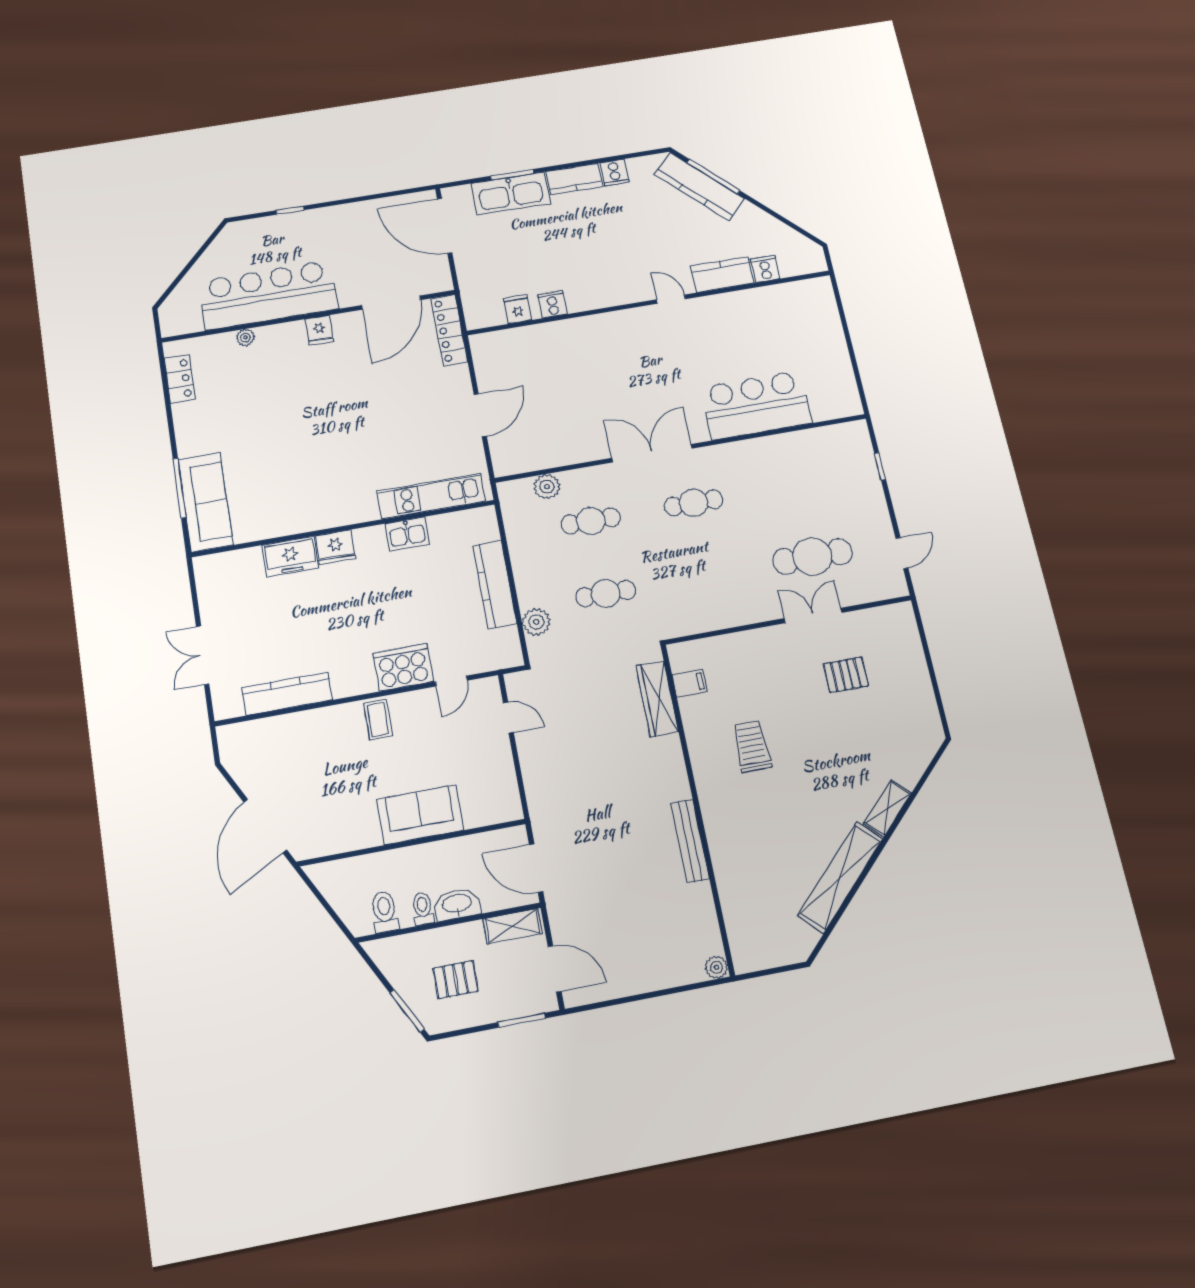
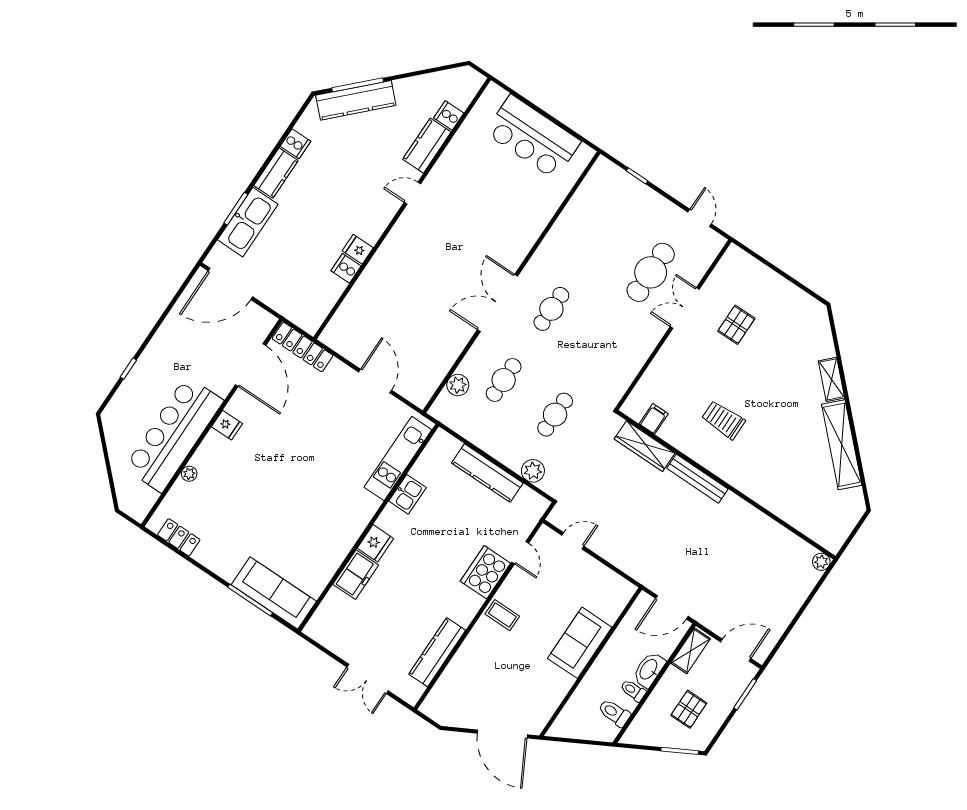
fridge: (518, 309) -> (358, 249), moved
bar counter: (756, 405) -> (533, 137), moved, turned -90
bench: (690, 841) -> (697, 479), moved

